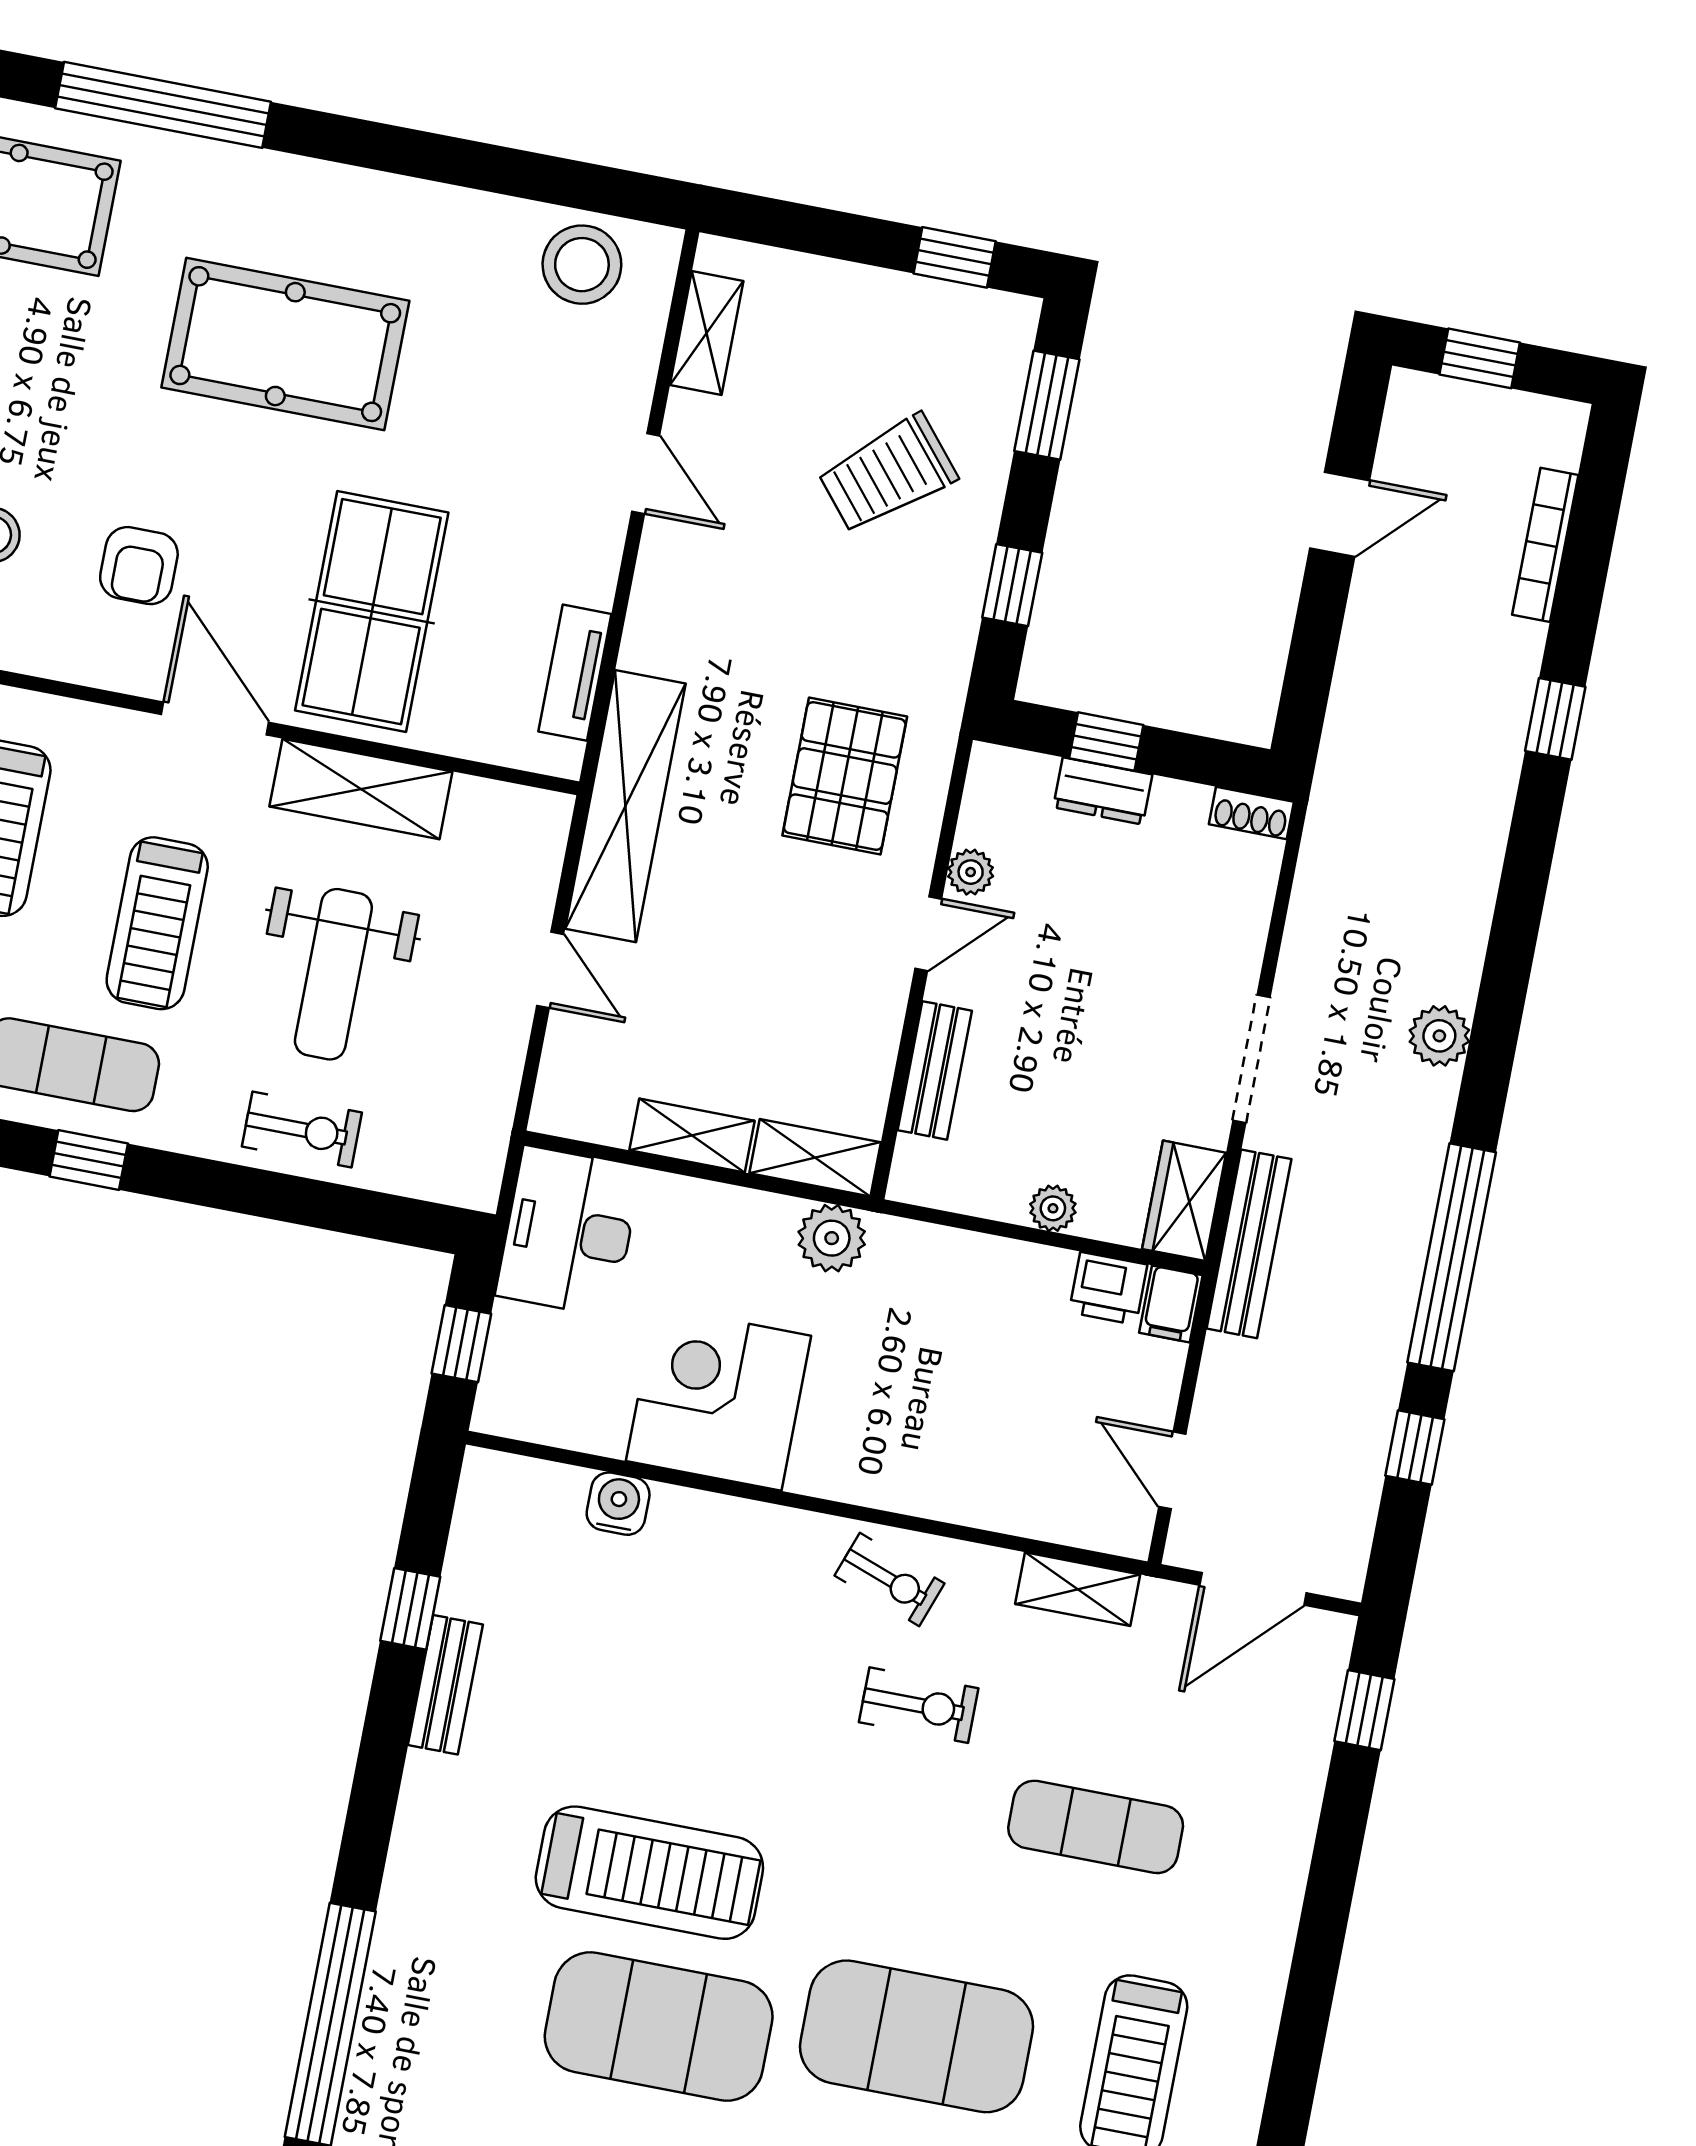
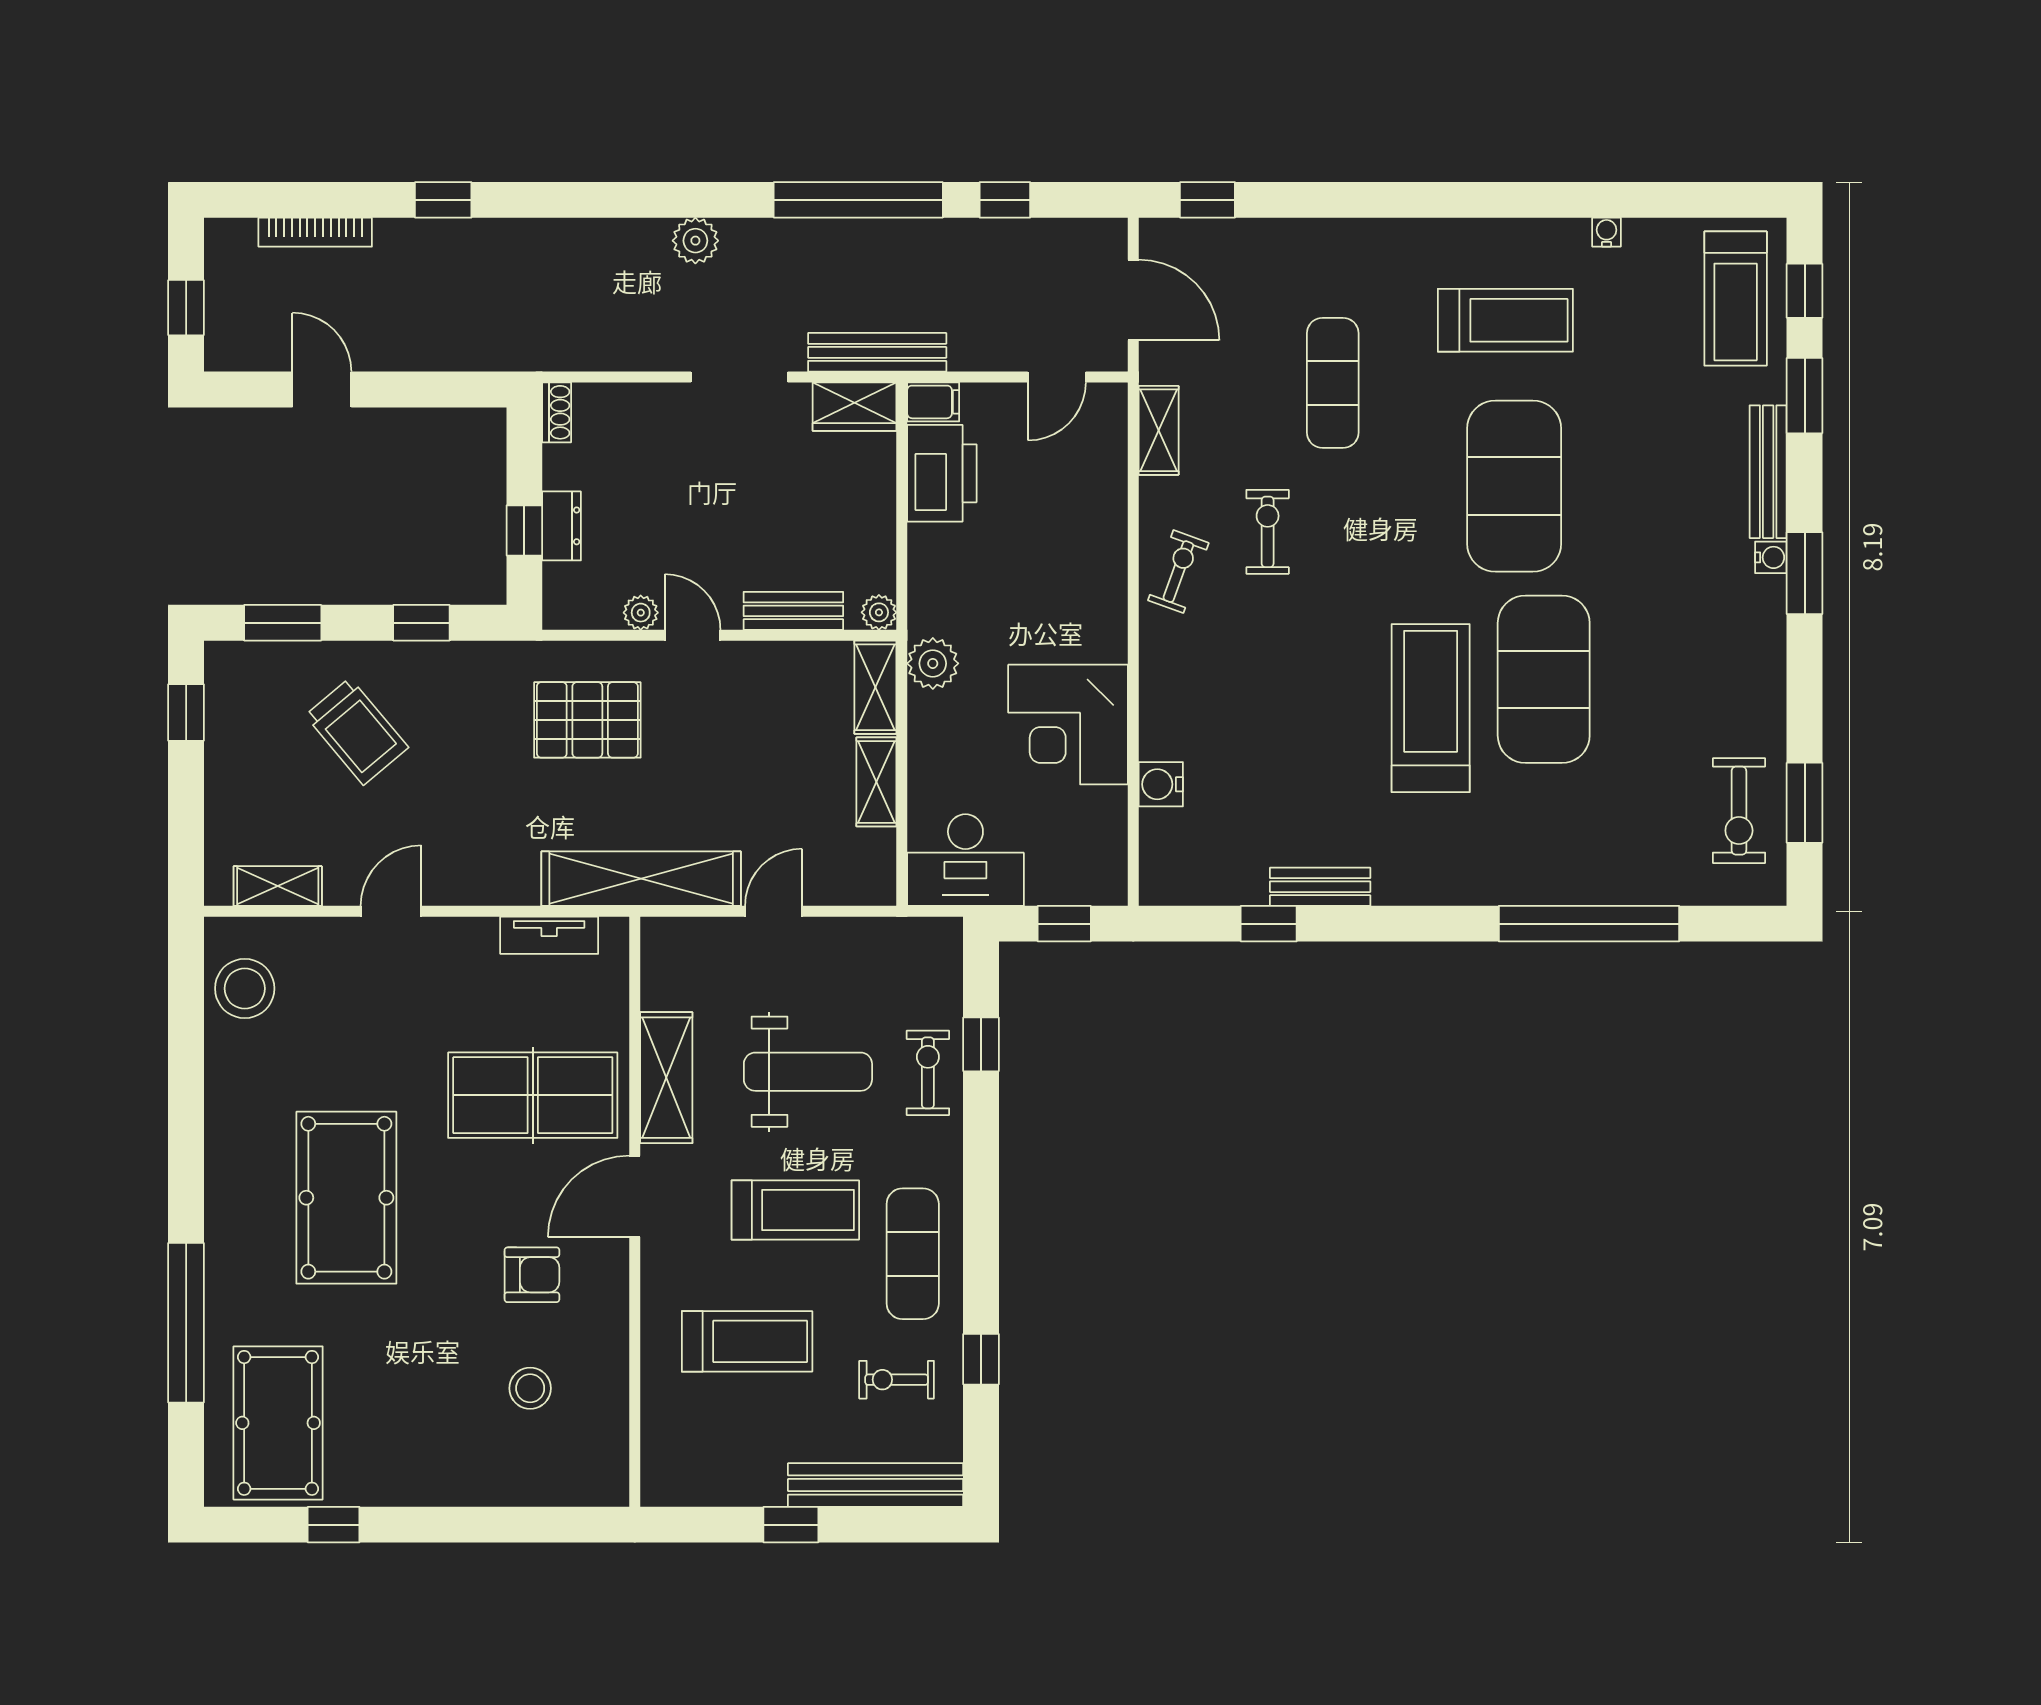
window: (89, 1160) -> (981, 1044), moved
plant: (1053, 1208) -> (879, 612), moved
printer: (1108, 1288) -> (942, 473), width x1.87, depth x1.48

